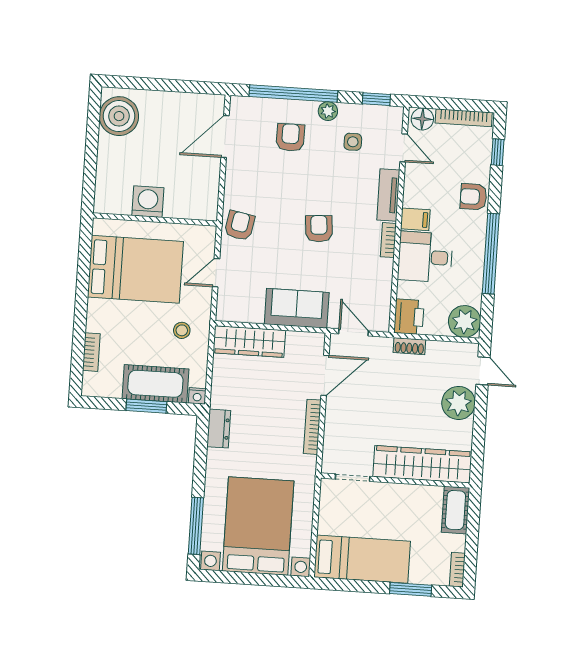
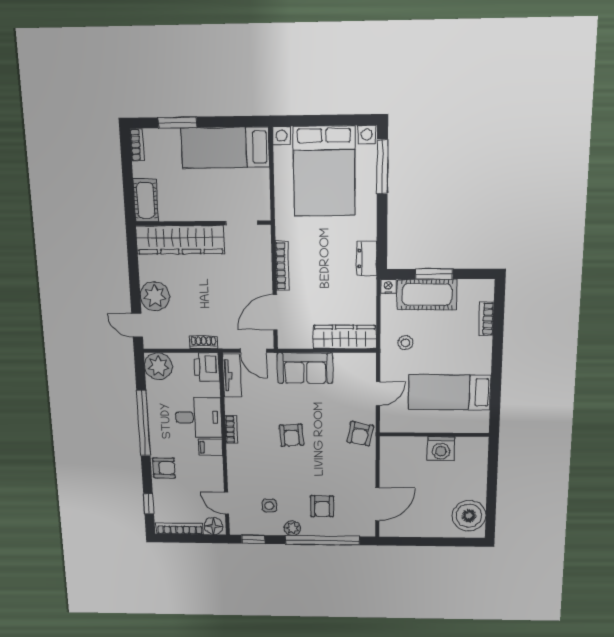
tv unit: (388, 195) -> (232, 375), moved
bed: (135, 269) -> (449, 392), width x0.67

